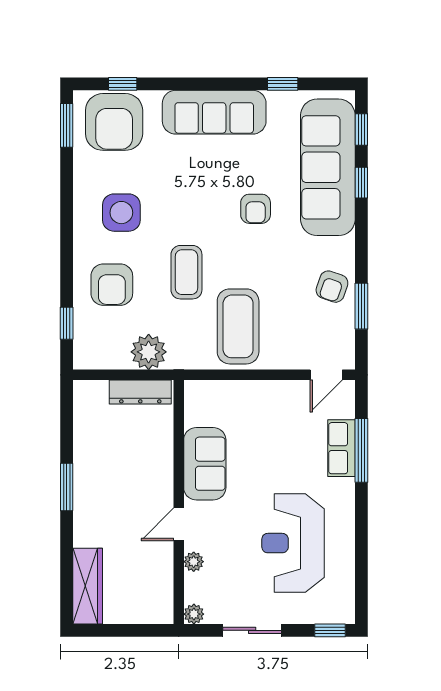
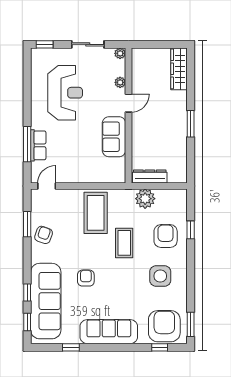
window: (67, 323) -> (191, 230), moved

